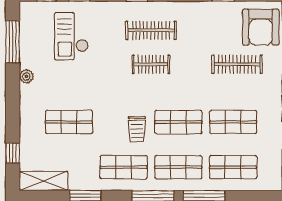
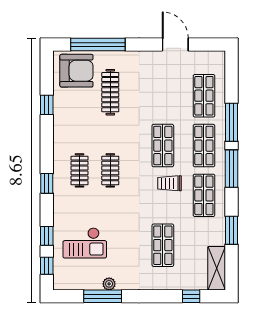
clothes rail: (151, 30) -> (79, 170), width x0.73
window: (13, 42) -> (103, 296), moved
plant: (26, 76) -> (109, 284), moved
shop shelf: (233, 122) -> (163, 96), removed
trolley: (137, 129) -> (170, 183), turned 180

